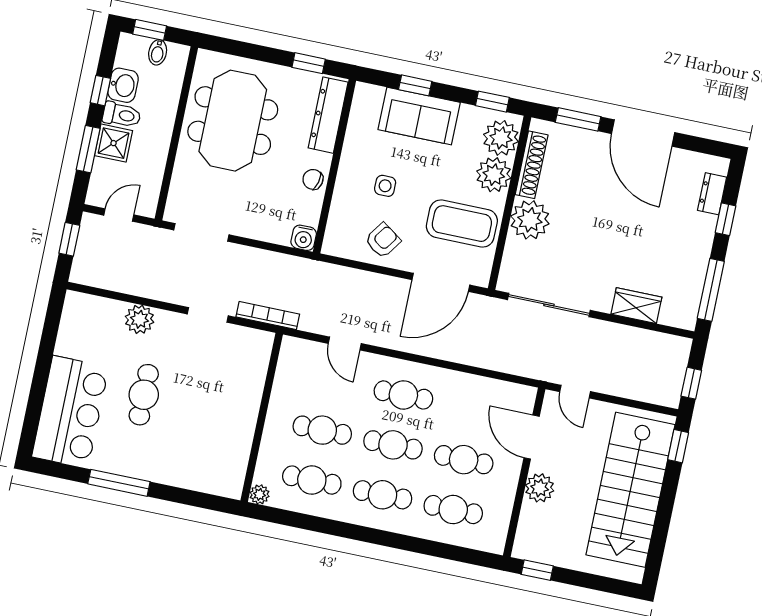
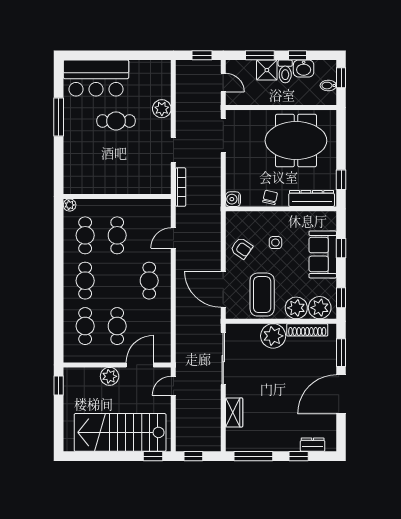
cafe table: (393, 445) -> (117, 281), removed

